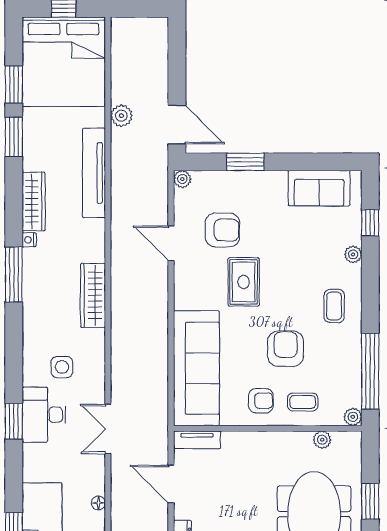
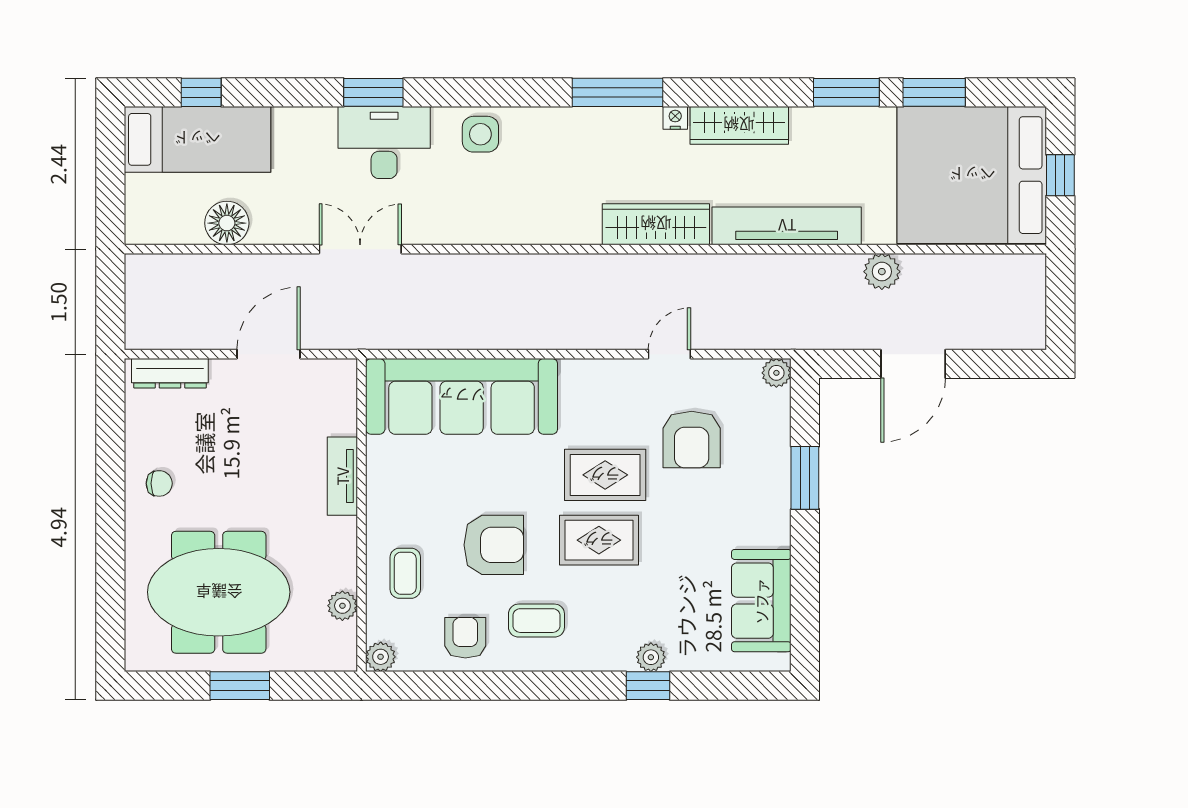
door: (177, 125) -> (913, 364), moved
window: (370, 223) -> (648, 686), moved
door: (171, 243) -> (669, 354), width x0.73
rug: (283, 286) -> (599, 540), added
wardrobe: (93, 295) -> (656, 224), moved
coffee table: (334, 306) -> (536, 621), moved
side table: (62, 367) -> (480, 134), moved
window: (370, 371) -> (457, 686), removed
armchair: (261, 401) -> (465, 638), moved, turned 180
tv unit: (197, 440) -> (342, 476), moved
floor lamp: (98, 503) -> (227, 223), width x1.89, depth x1.89

